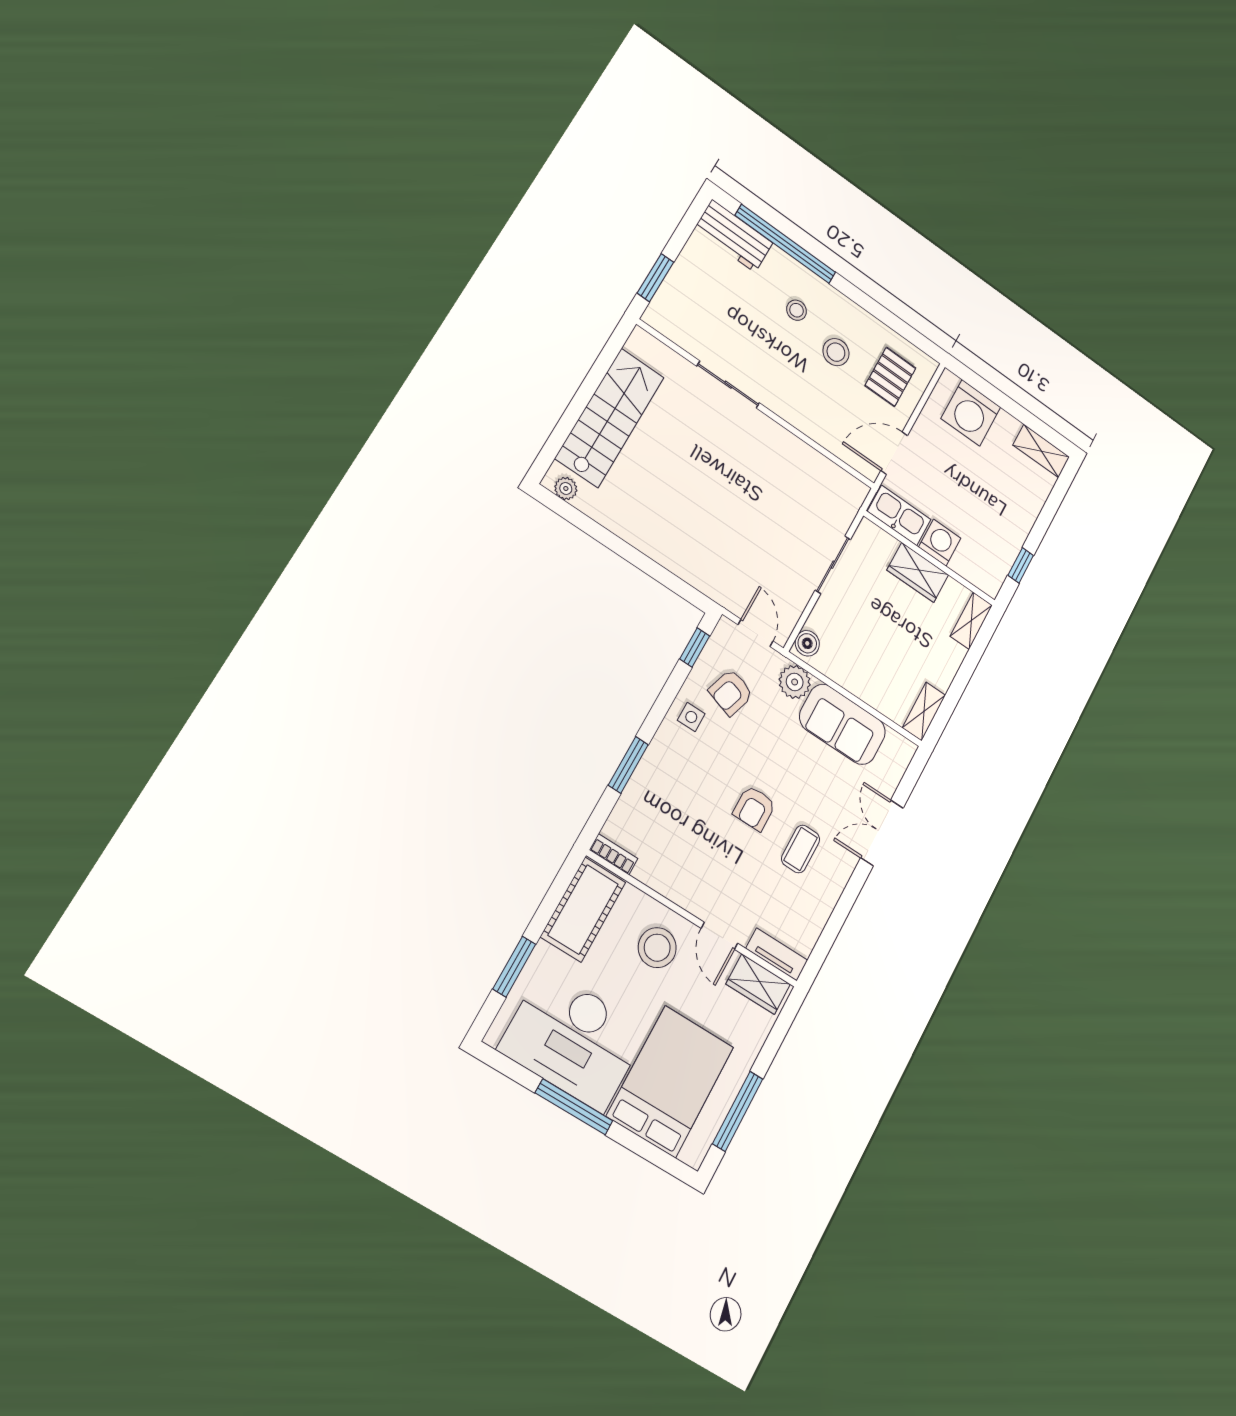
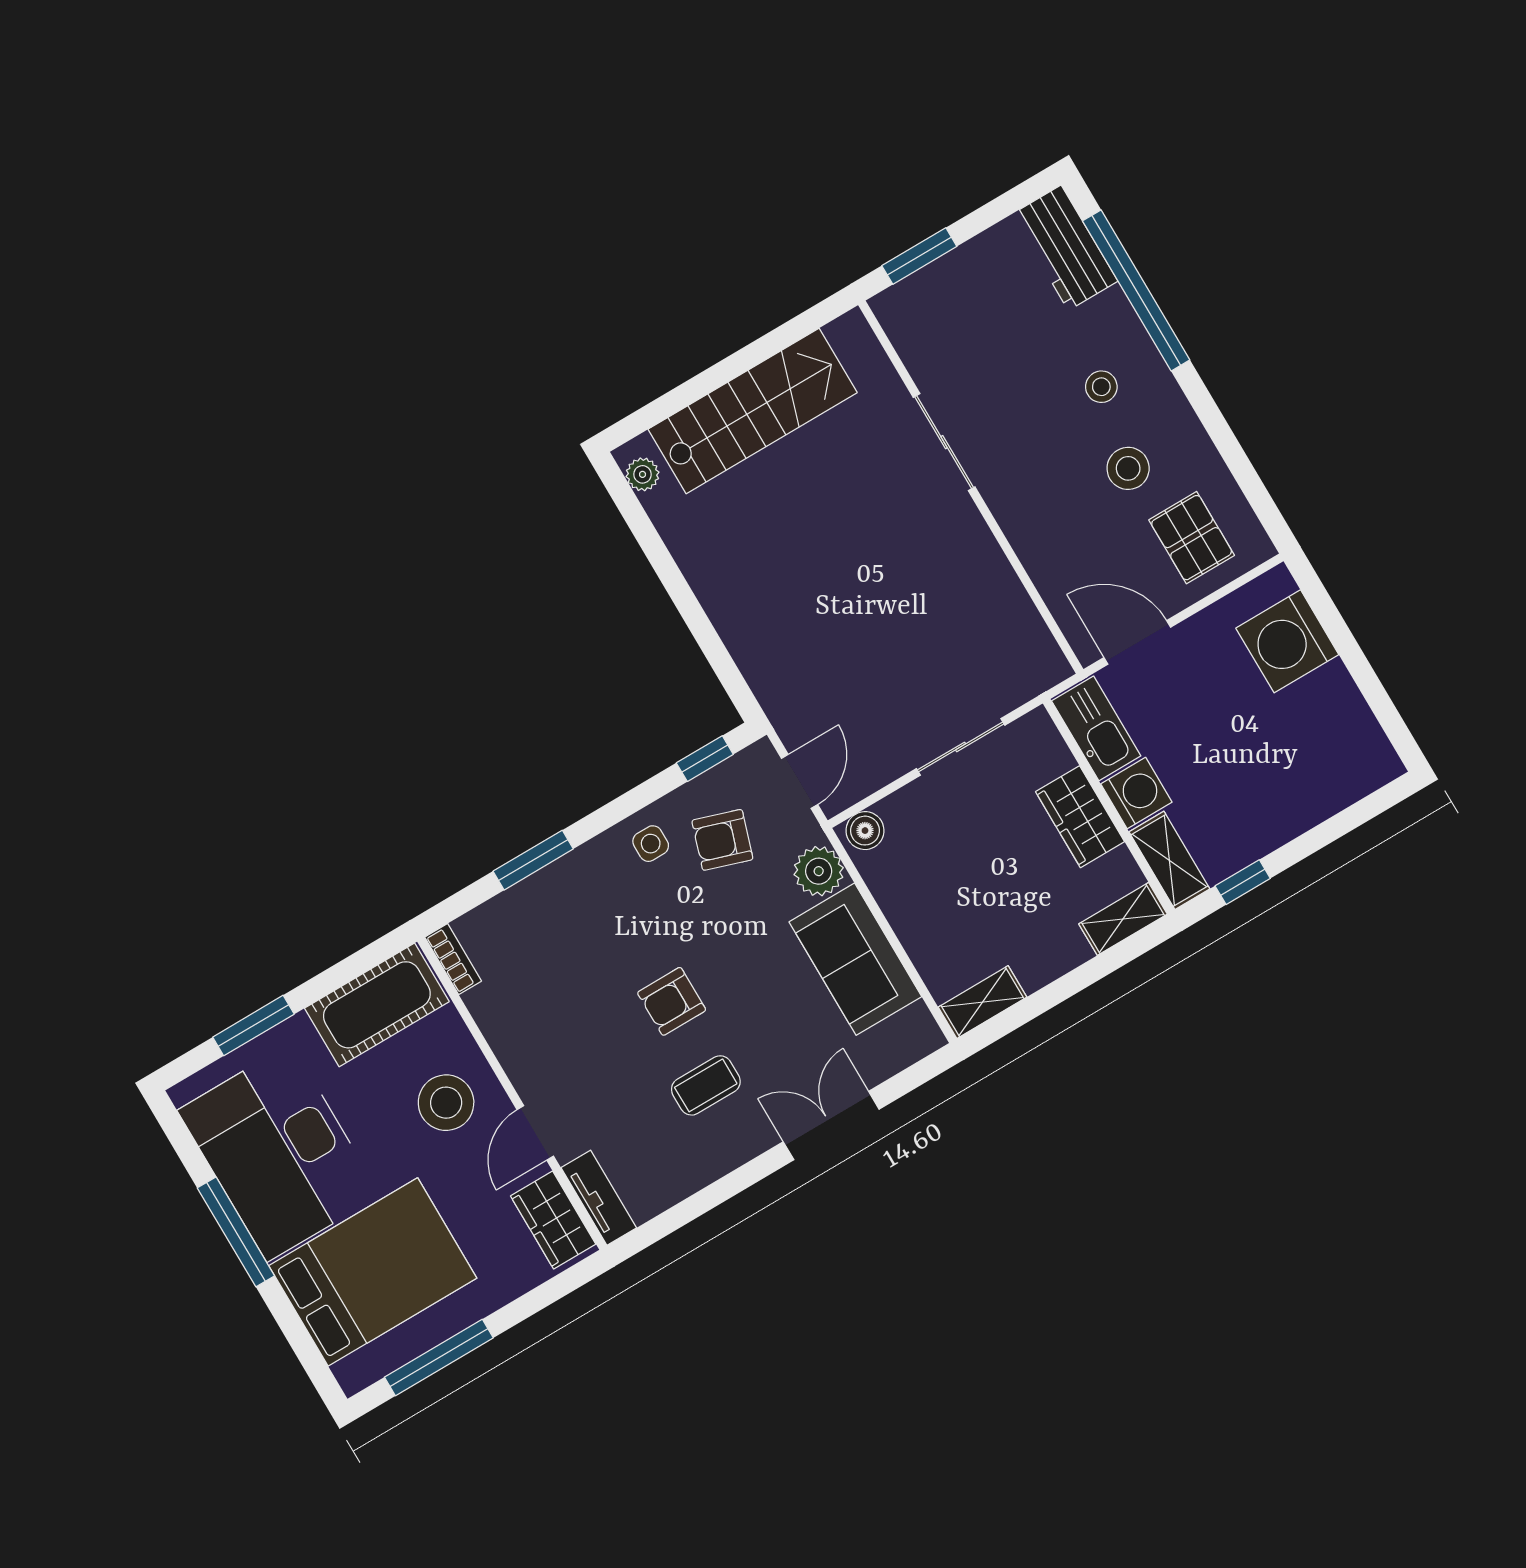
pallet: (890, 377) -> (1192, 538), turned 90
shelving: (1041, 451) -> (1169, 860), moved

